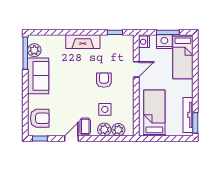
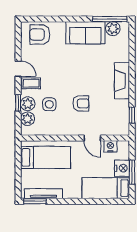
nightstand: (144, 42) -> (110, 146), moved
armchair: (40, 118) -> (40, 35), turned 90
window: (40, 139) -> (18, 103), moved

